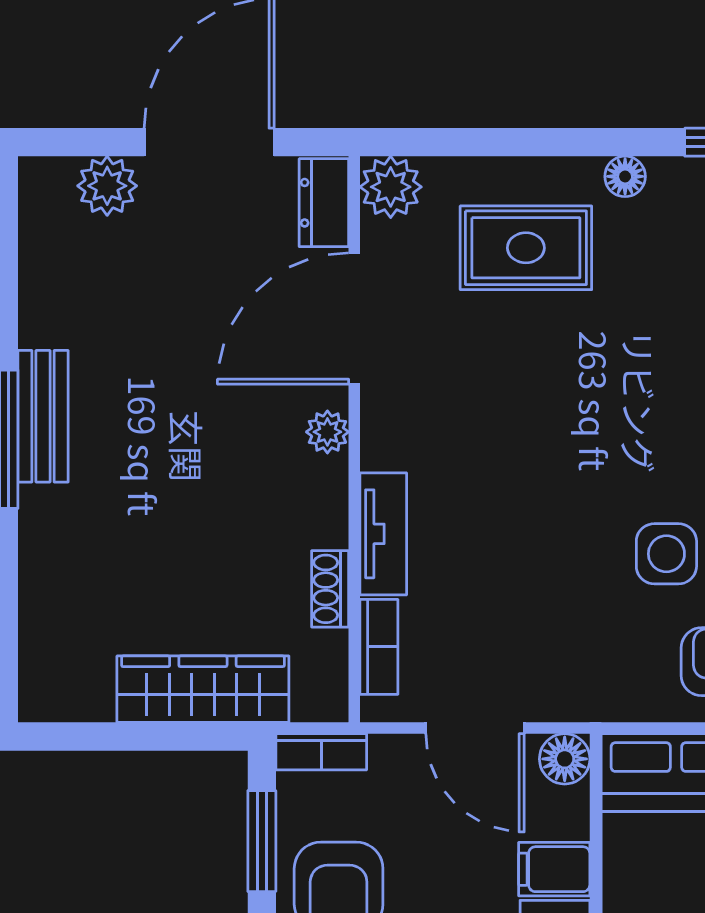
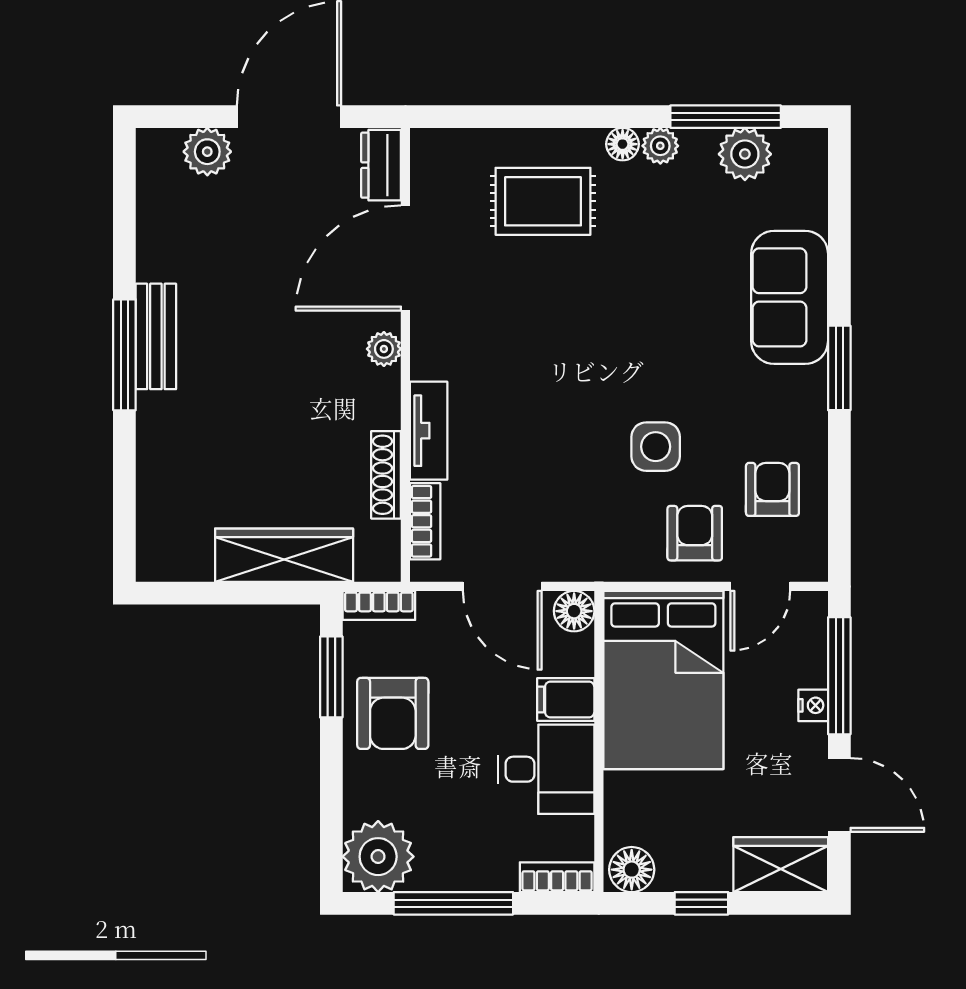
plant: (391, 187) -> (660, 146), moved, width x0.73, depth x0.73
shoe rack: (330, 589) -> (386, 475), width x1.43

